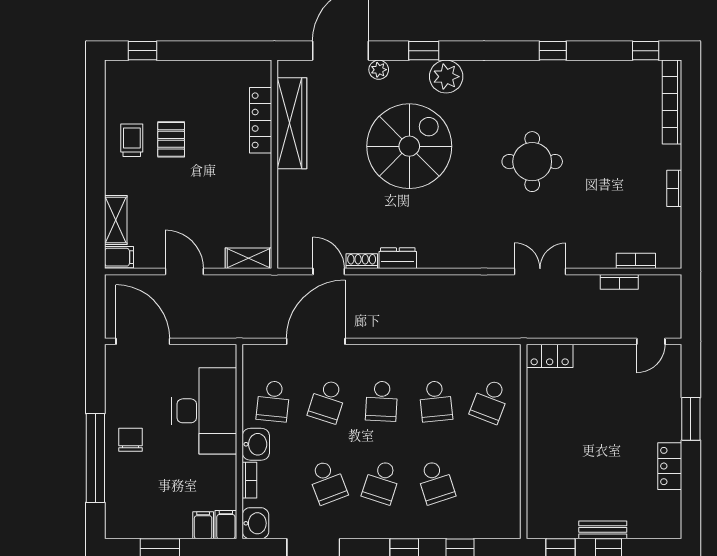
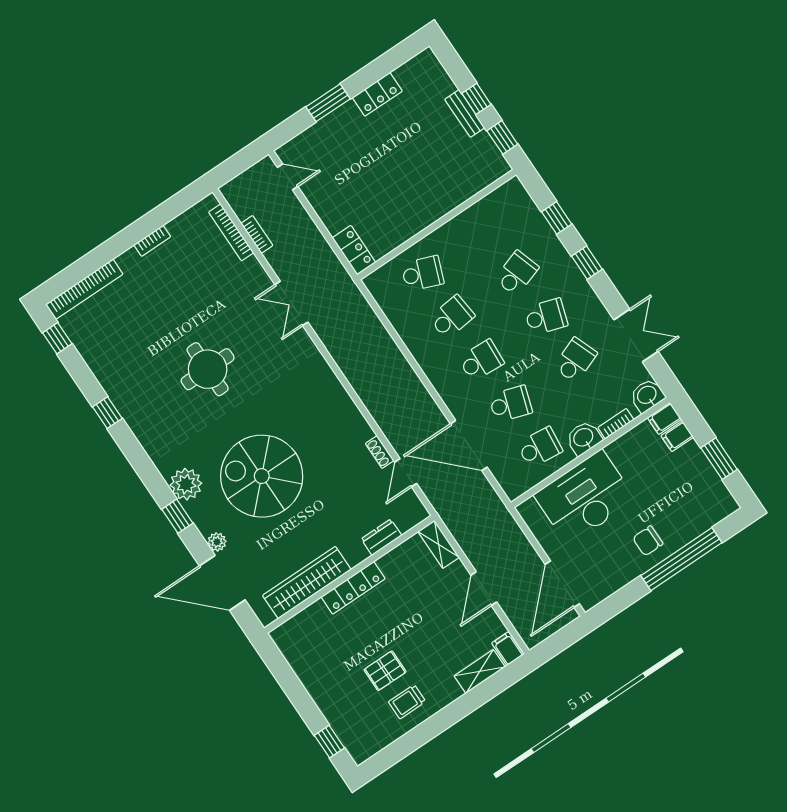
locker: (261, 120) -> (353, 588), moved
dresser: (398, 258) -> (381, 537), moved, turned 90
bookcase: (636, 261) -> (231, 232), width x1.56

